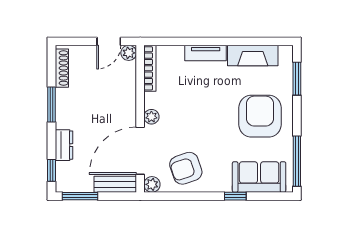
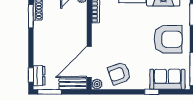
window: (52, 104) -> (31, 16), moved
armchair: (260, 116) -> (168, 39), turned 90
plant: (151, 117) -> (97, 40), removed
dresser: (64, 145) -> (39, 76), moved

